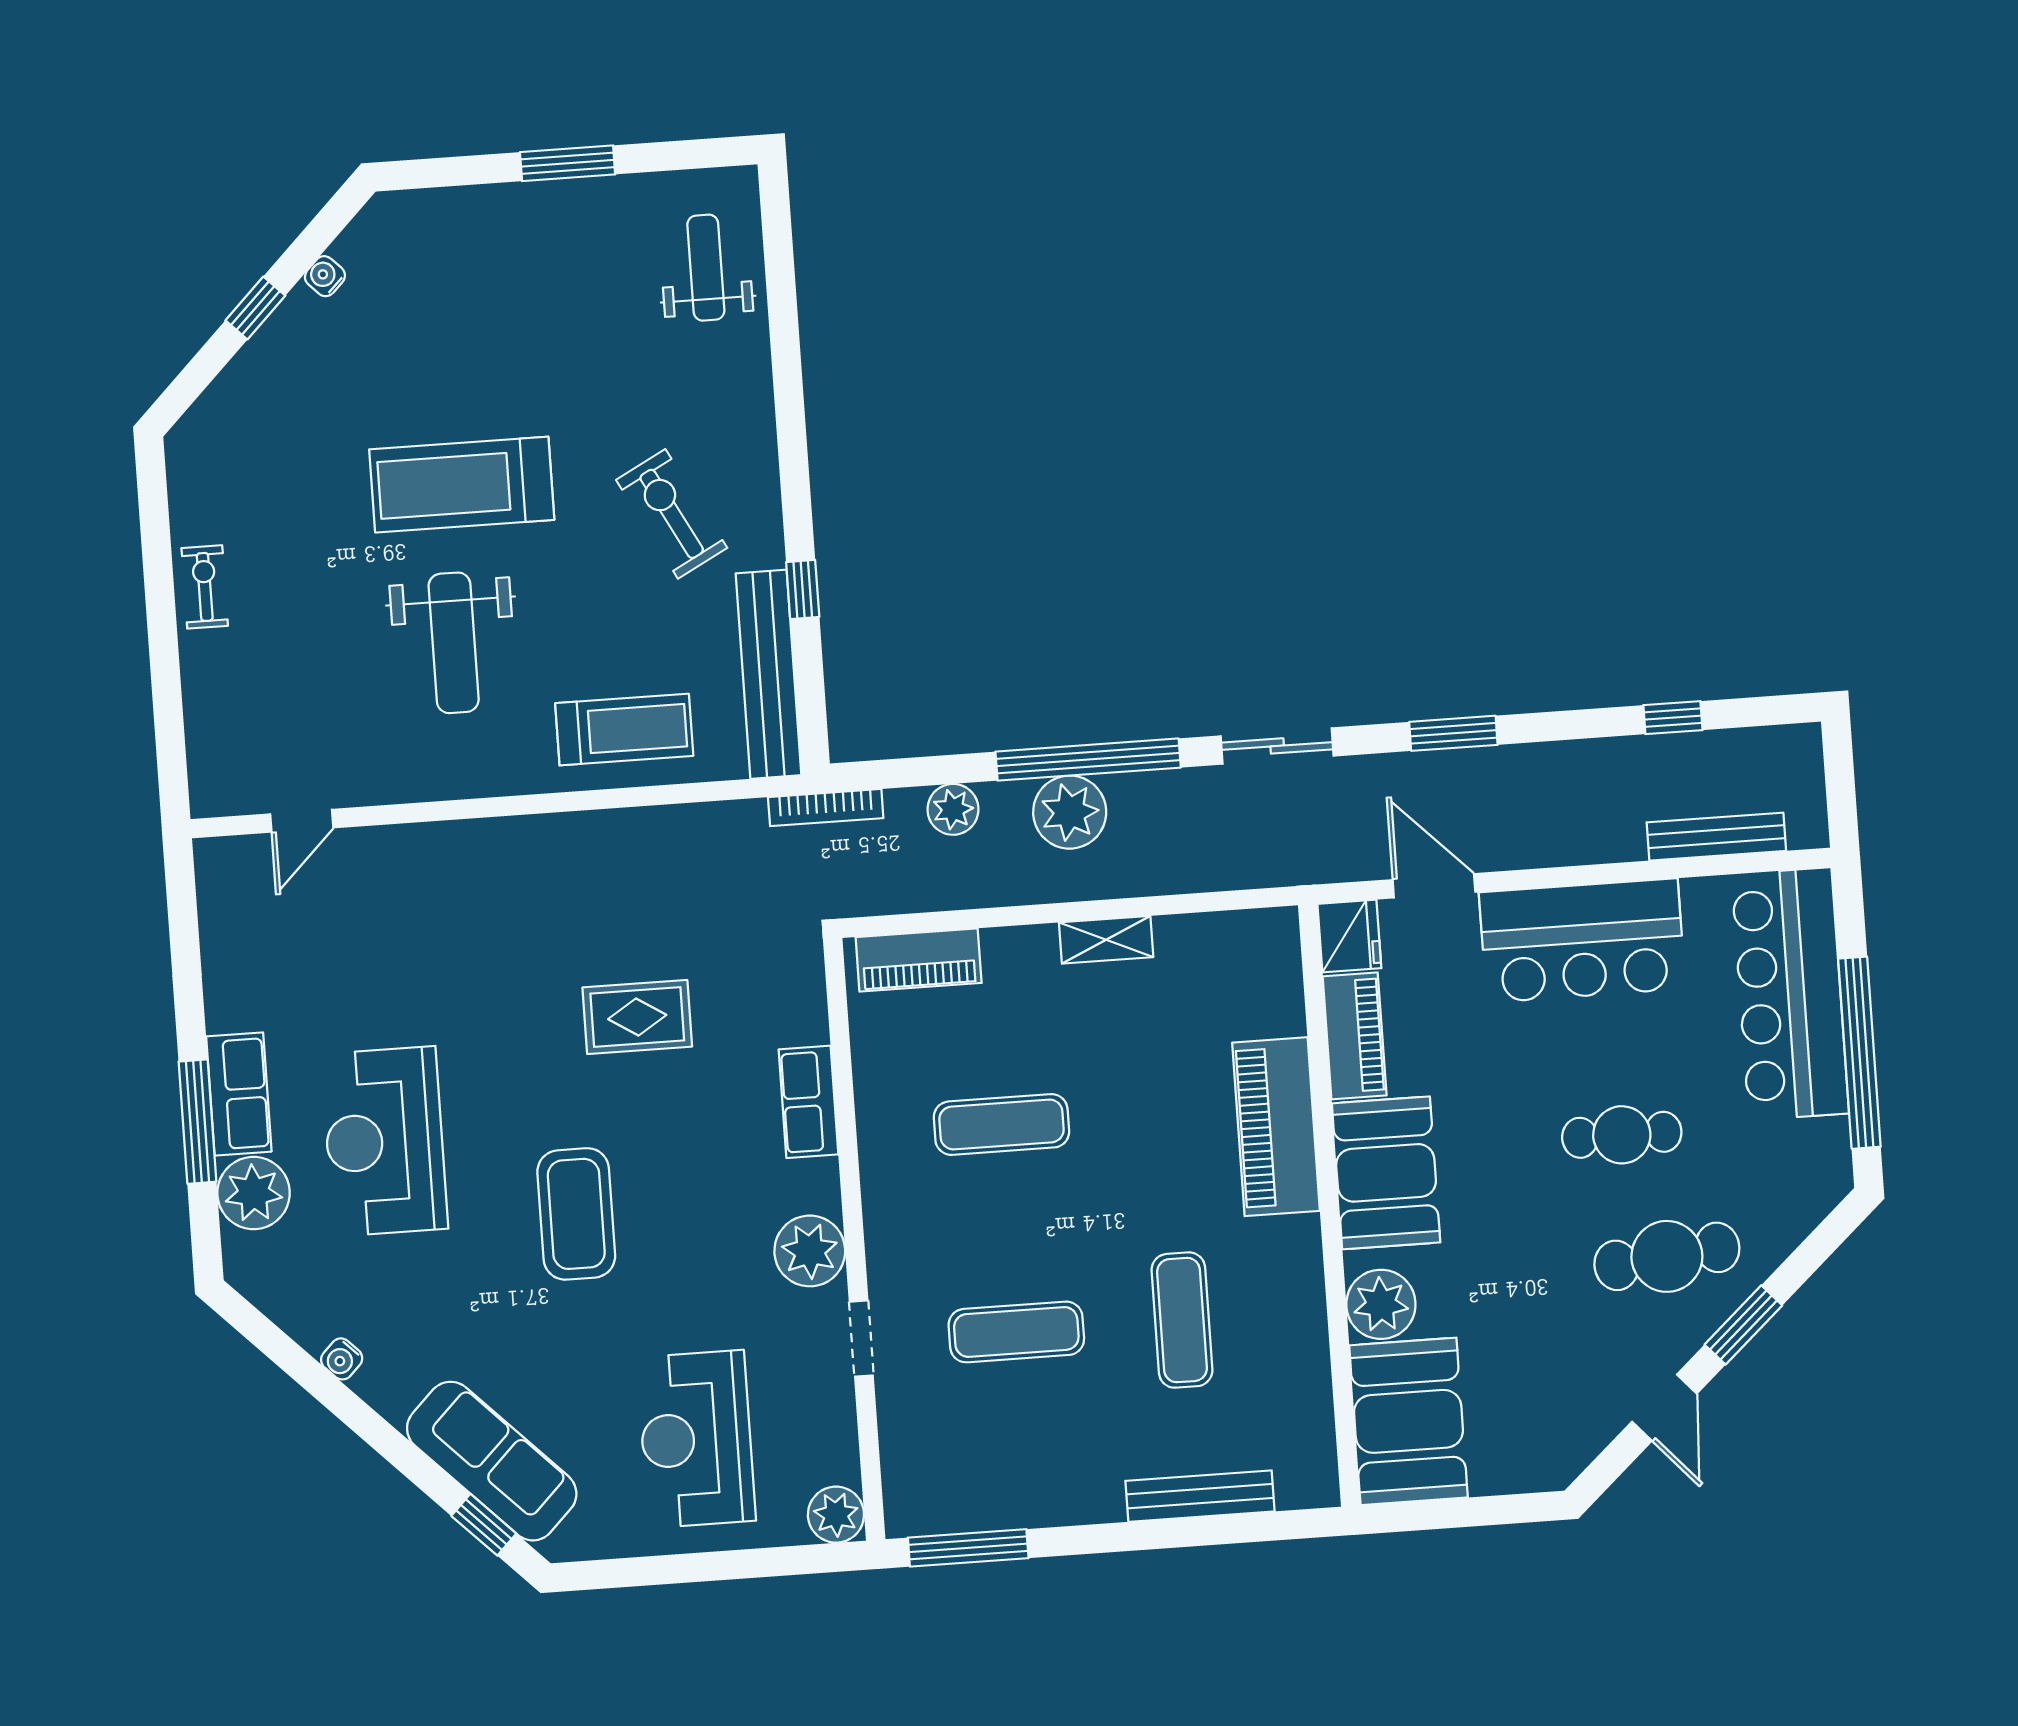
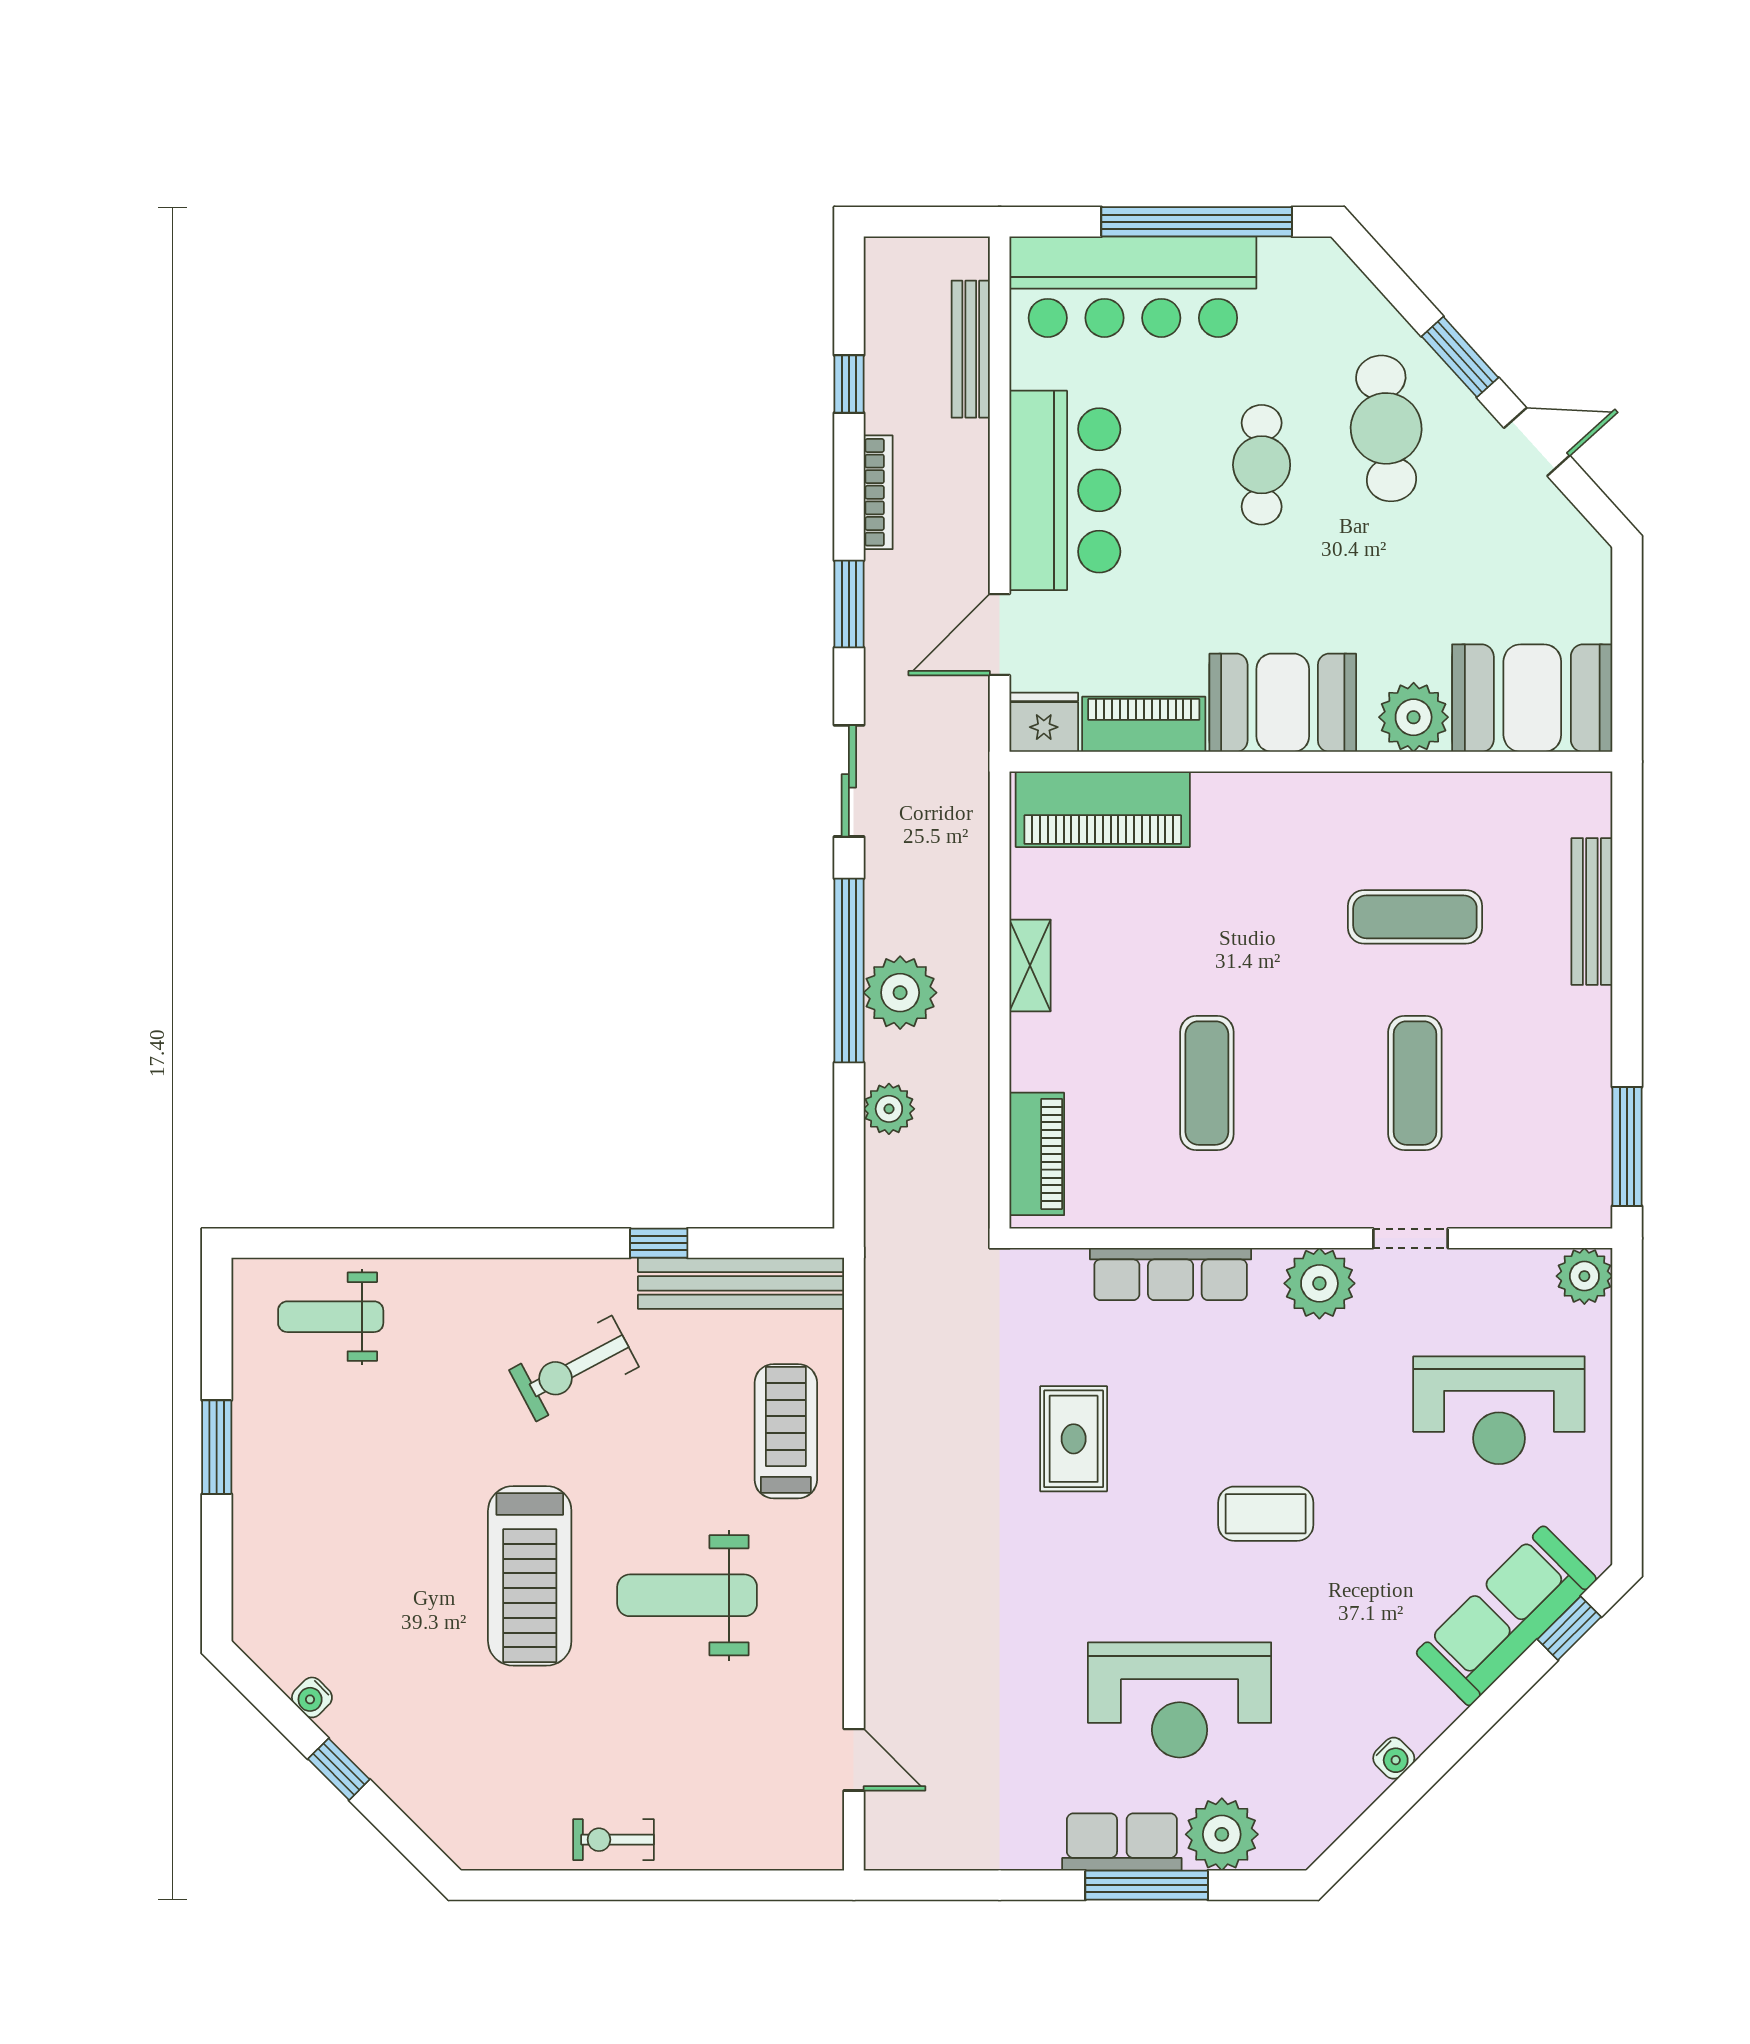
weight bench: (454, 643) -> (687, 1595), turned 180
bookcase: (826, 808) -> (878, 492), moved
row of seats: (808, 1102) -> (1171, 1274), width x1.48
piano: (1276, 1127) -> (1103, 809), moved
coffee table: (576, 1214) -> (1266, 1514), width x0.73, depth x0.76

